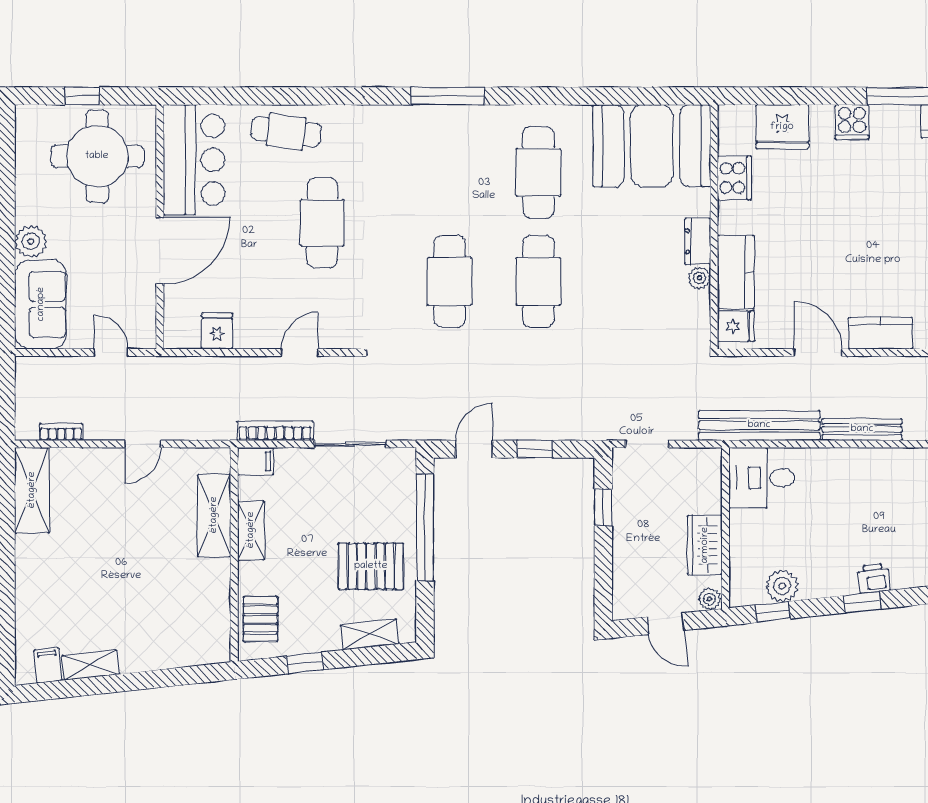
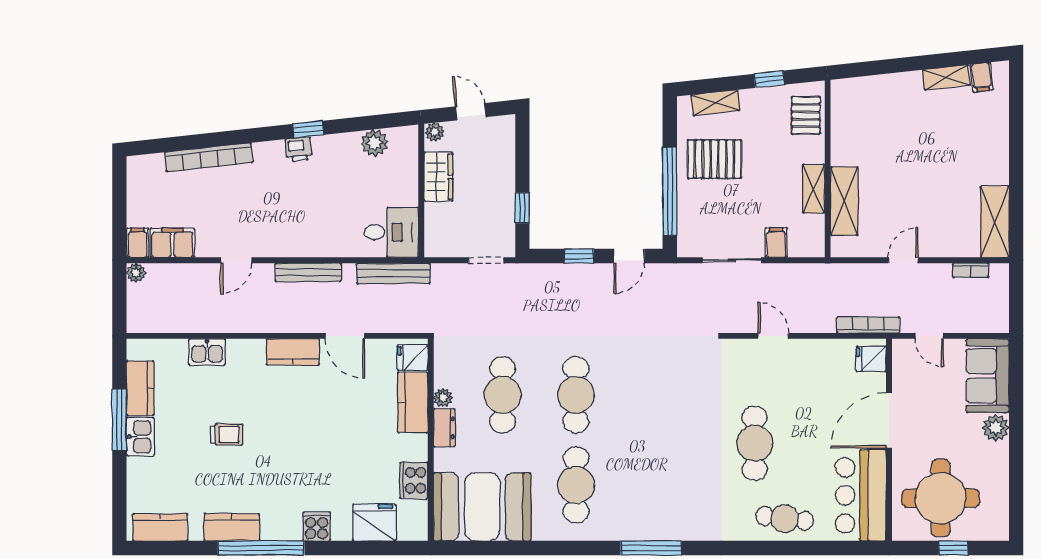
cafe table: (450, 281) -> (503, 395), moved
fridge: (217, 331) -> (871, 359), moved, turned 90
door: (300, 353) -> (773, 336), swing flipped
bench: (759, 425) -> (393, 273), width x0.73, depth x0.82
bookcase: (275, 431) -> (868, 325), moved, turned 180
filing cabinet: (256, 461) -> (776, 243), moved, turned 90
window: (773, 612) -> (382, 121), removed

